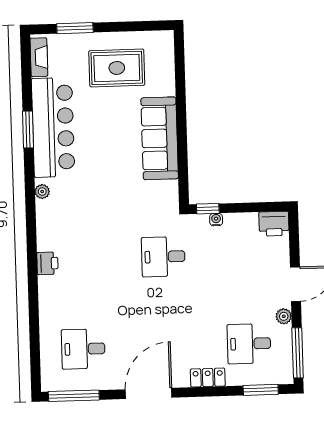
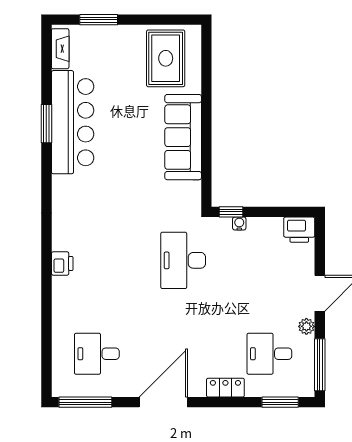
rug: (117, 68) -> (166, 58), moved, turned 90
plant: (42, 192) -> (59, 189), removed
desk: (163, 257) -> (183, 260), width x1.37

